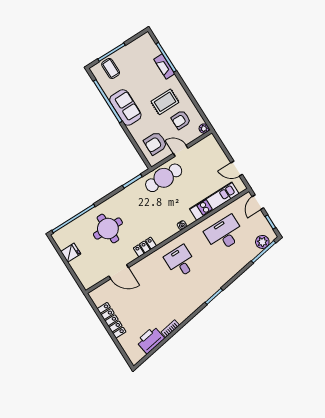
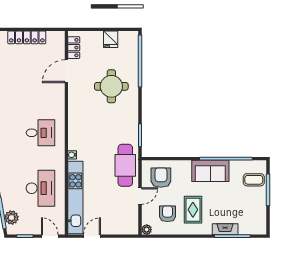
kitchen unit: (214, 201) -> (75, 197), width x1.36
locker: (145, 247) -> (74, 48), moved

